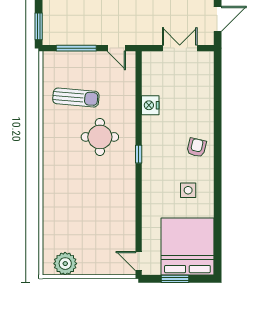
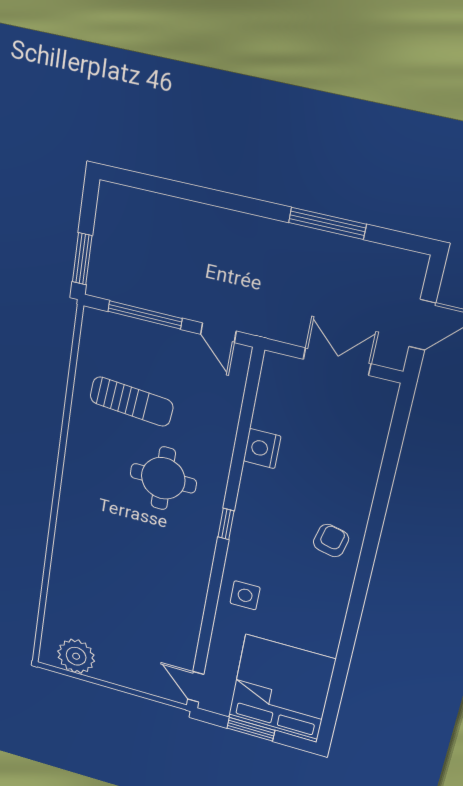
side table: (188, 190) -> (245, 595), moved

